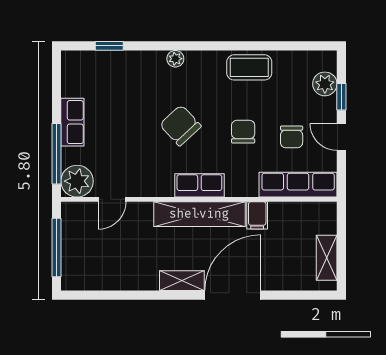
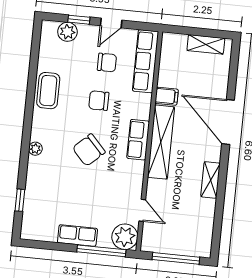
shelving: (182, 281) -> (211, 180), moved

